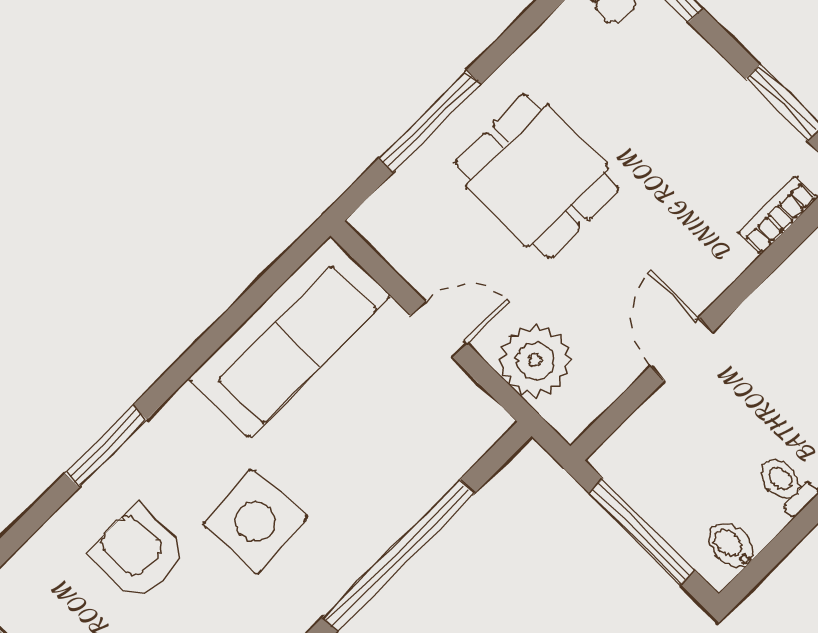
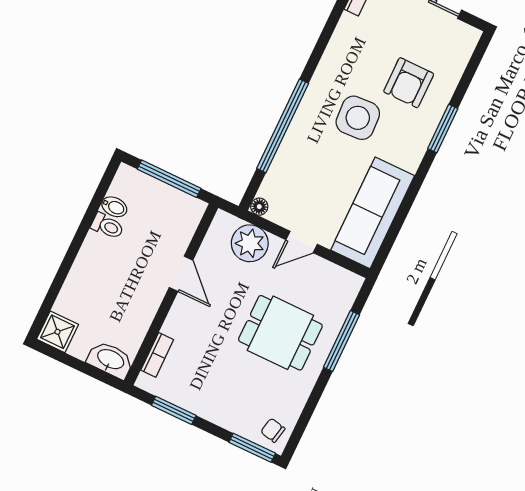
floor lamp: (494, 422) -> (259, 207), added
bidet: (731, 545) -> (114, 207), moved
armchair: (139, 553) -> (409, 83), turned 90

